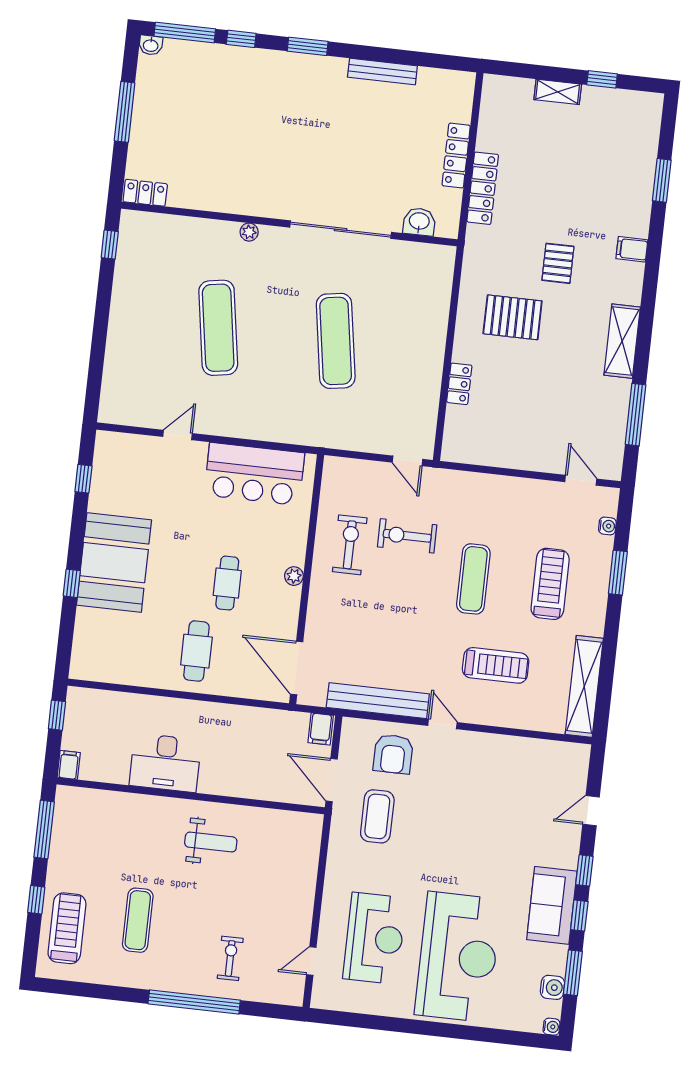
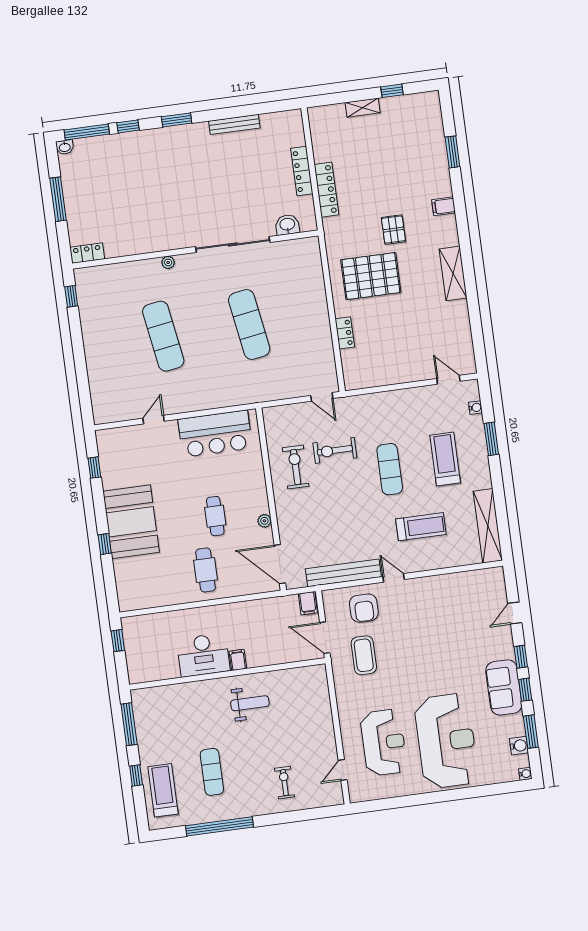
pallet: (513, 317) -> (371, 276), width x1.37, depth x1.41
window: (636, 415) -> (476, 323), removed
plant: (294, 576) -> (264, 521), moved
filing cabinet: (69, 765) -> (238, 660), moved
window: (194, 1002) -> (220, 826), moved

